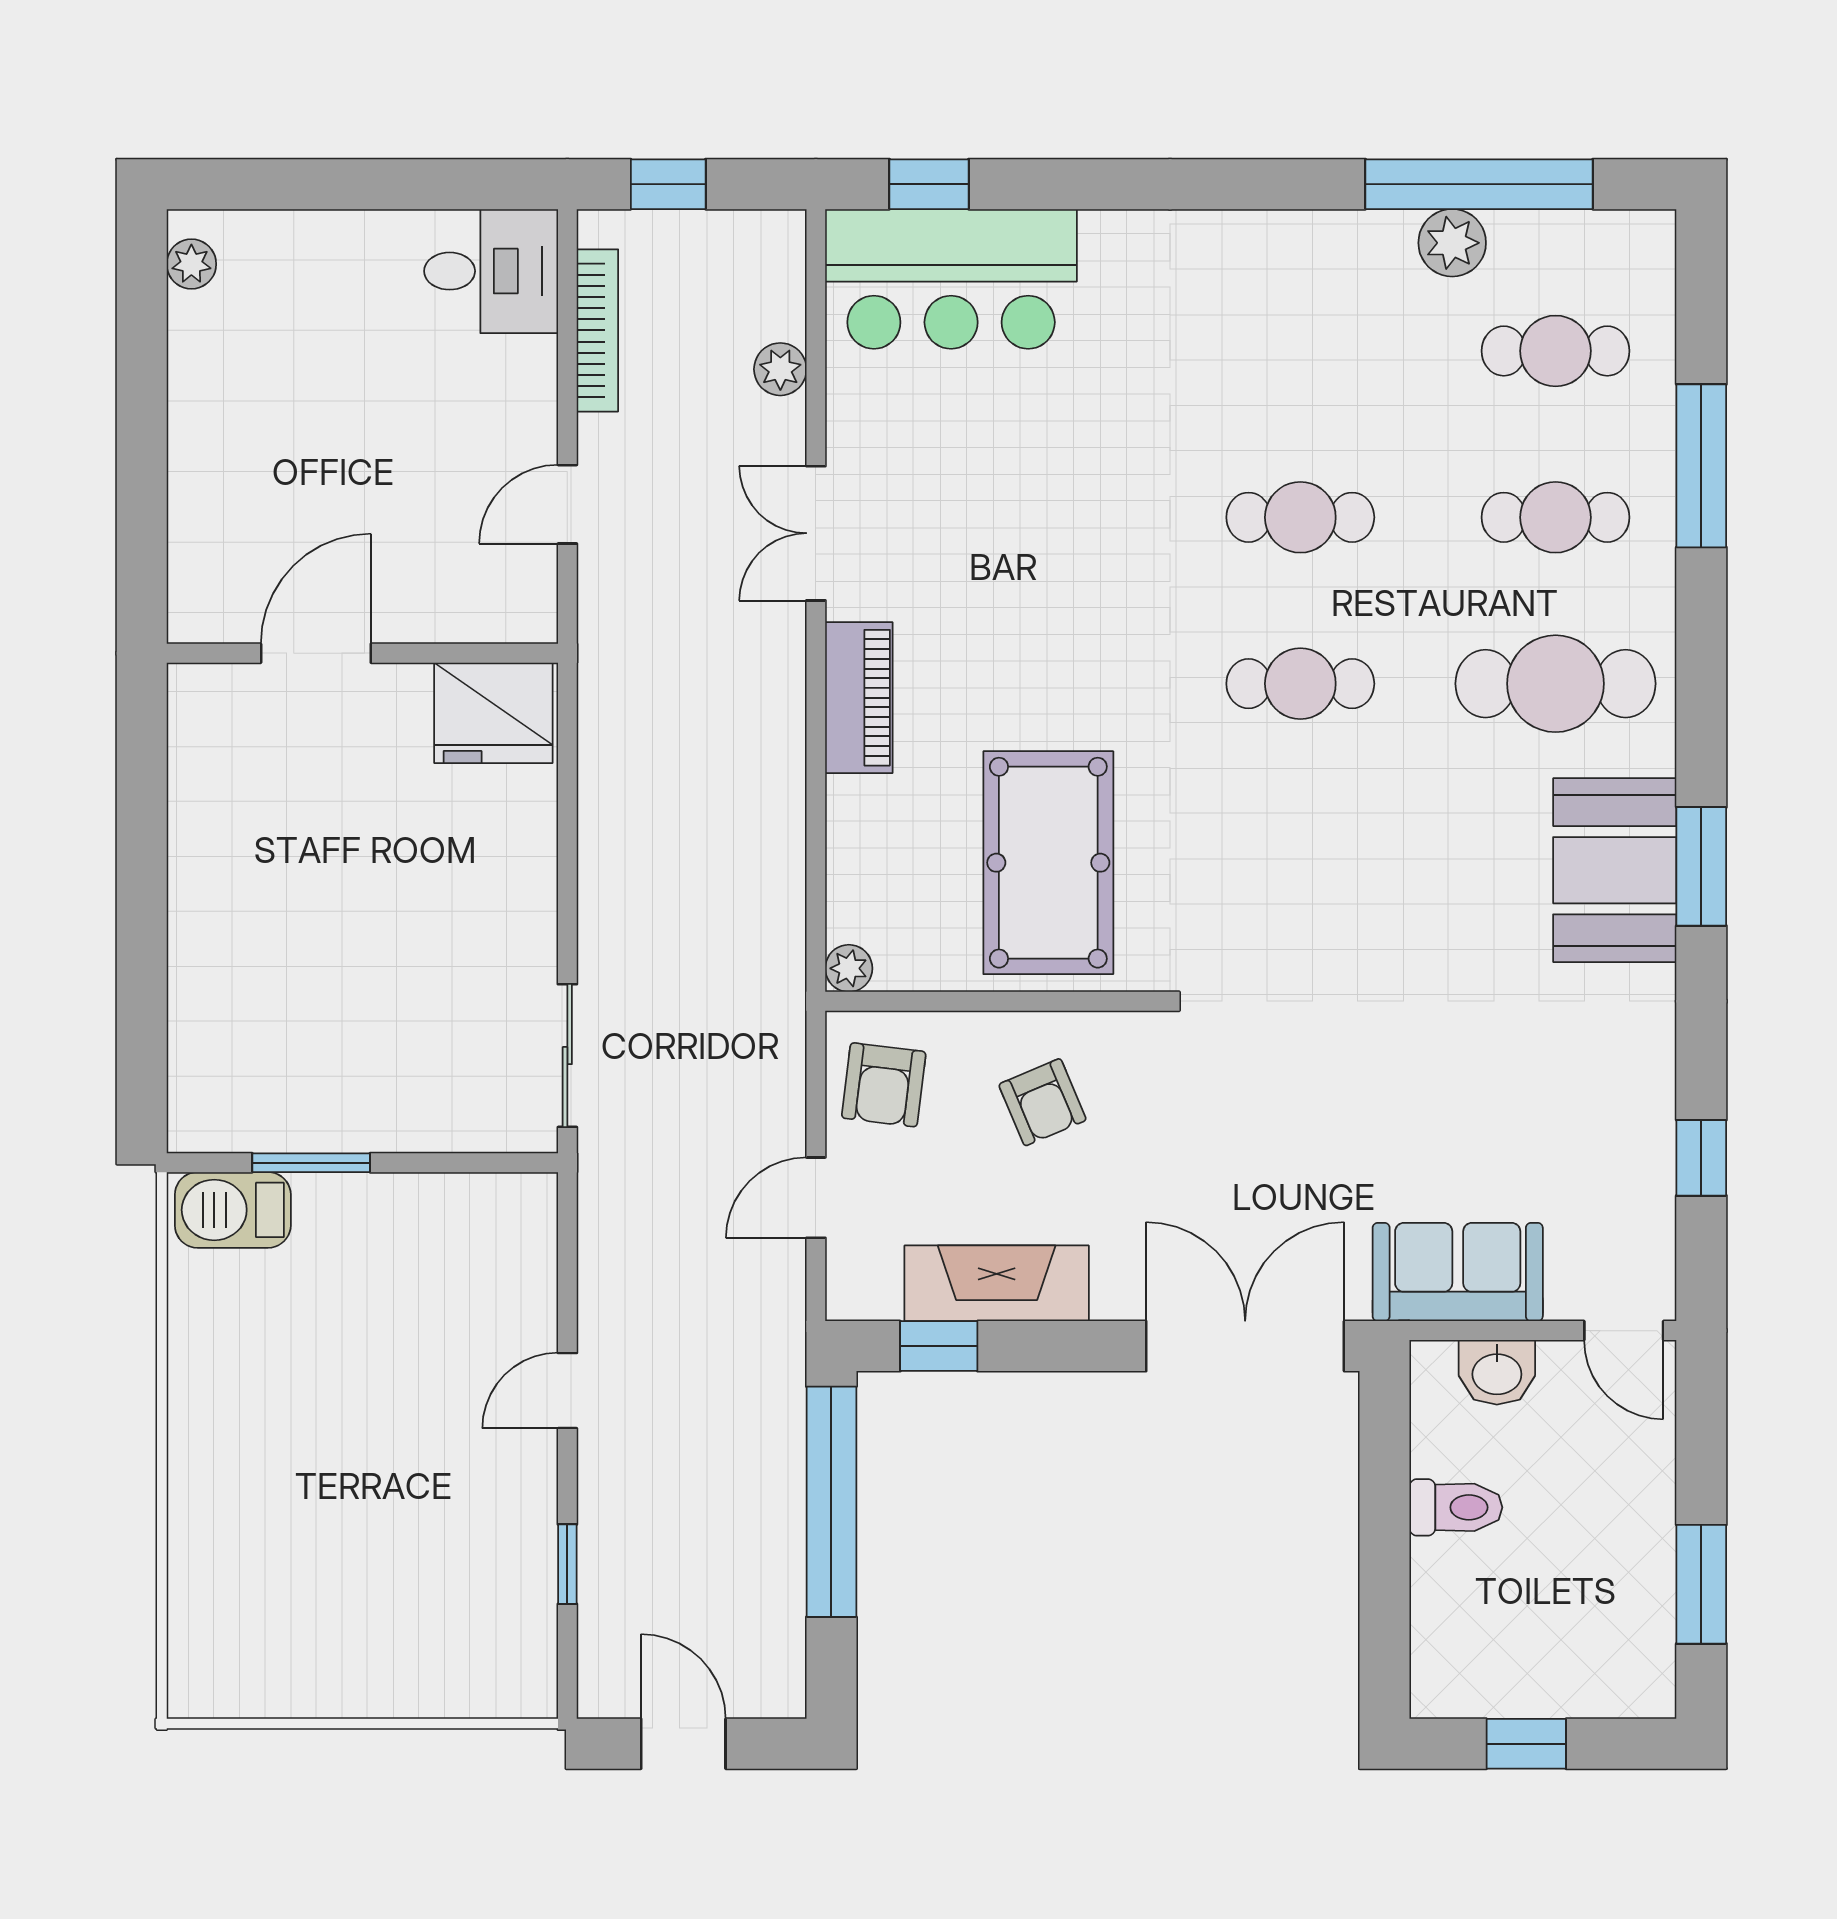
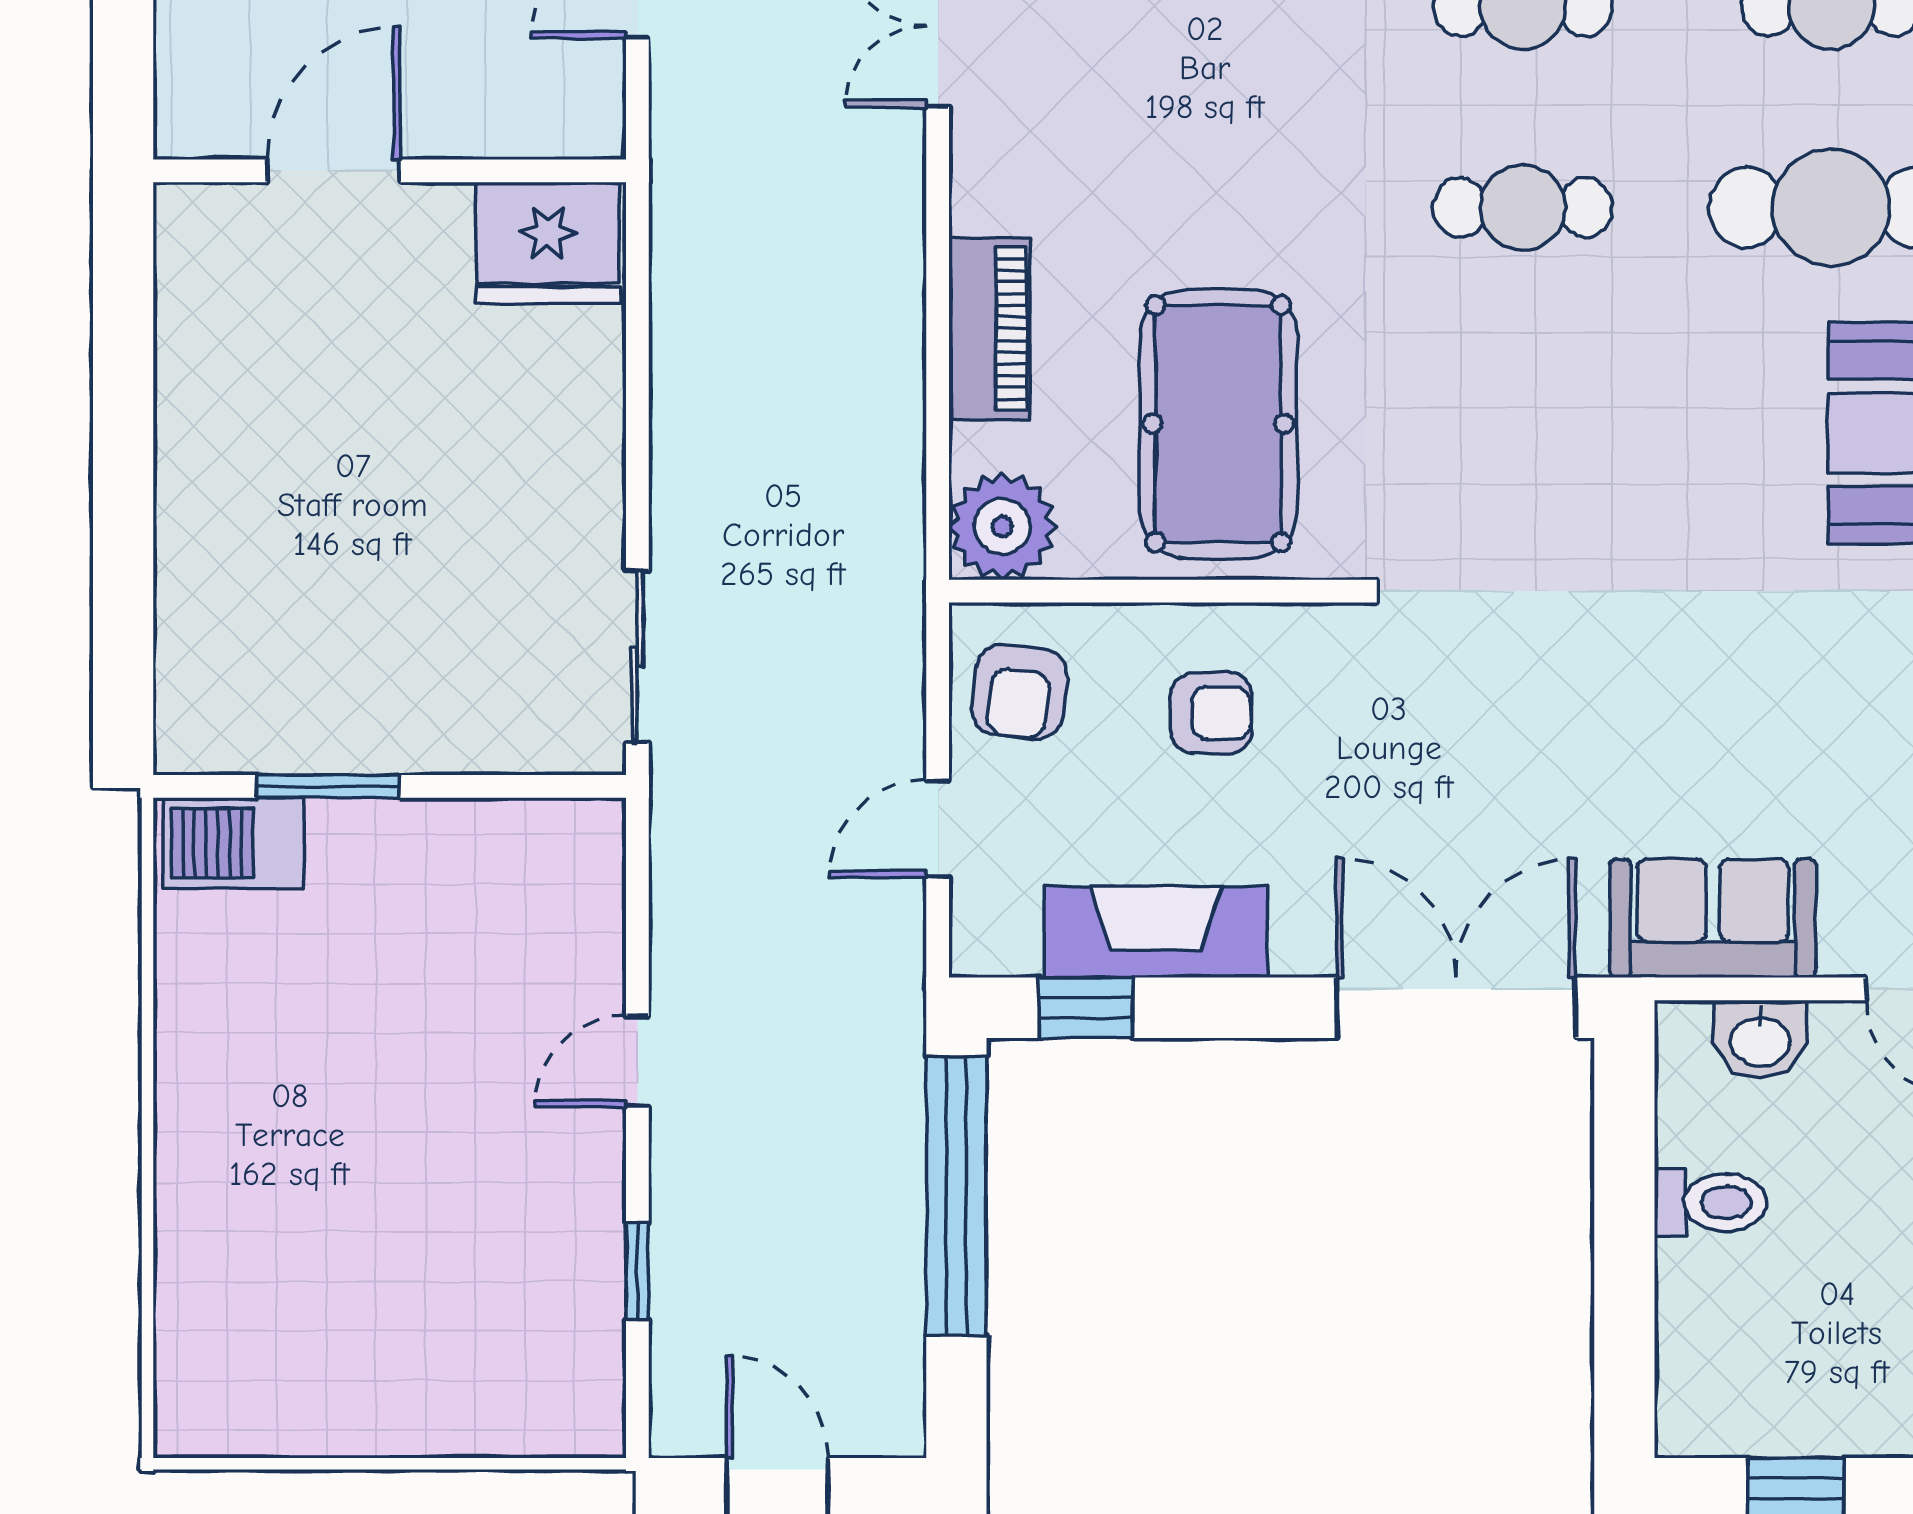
piano: (859, 698) -> (990, 329), moved
plant: (849, 968) -> (1002, 526), width x1.88, depth x1.88
armchair: (1042, 1102) -> (1211, 713), turned -67

